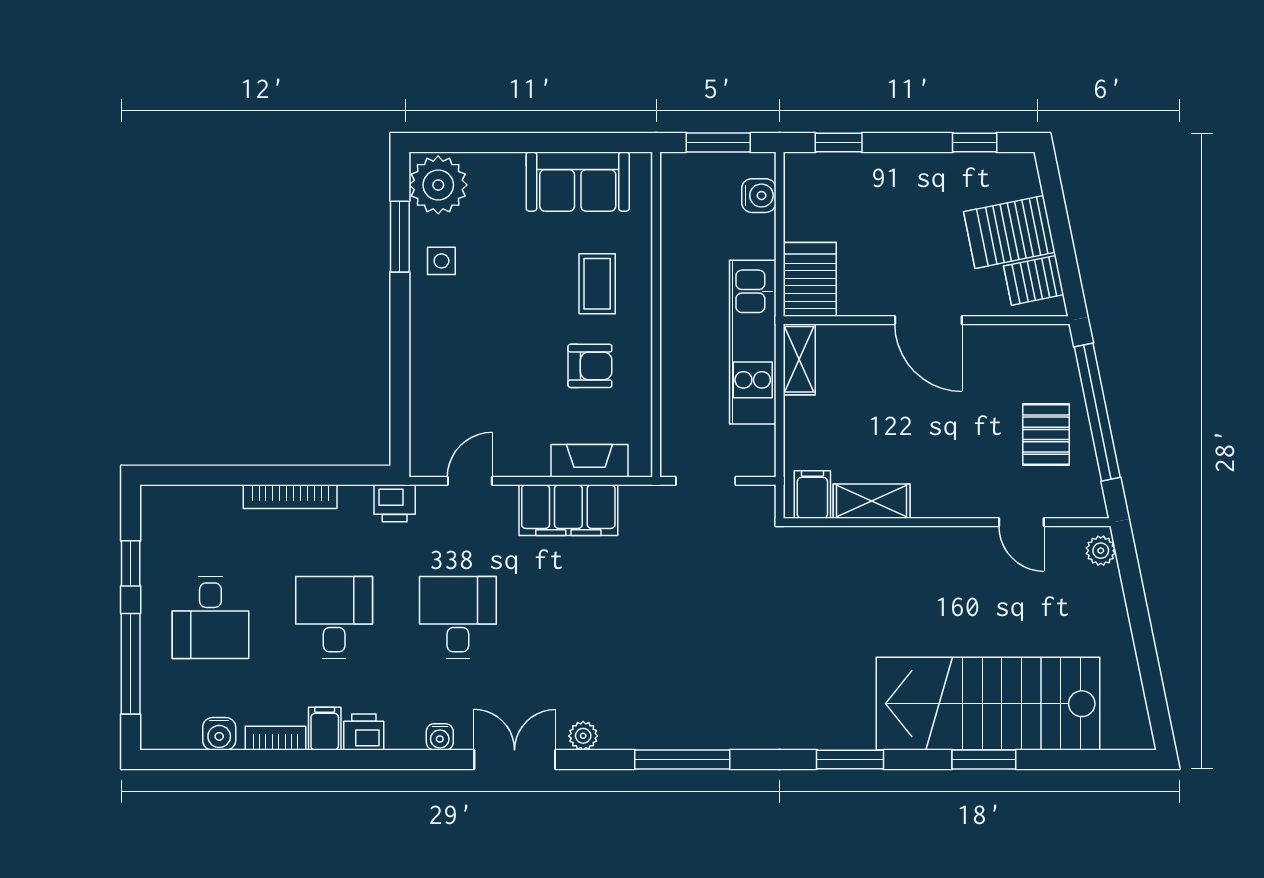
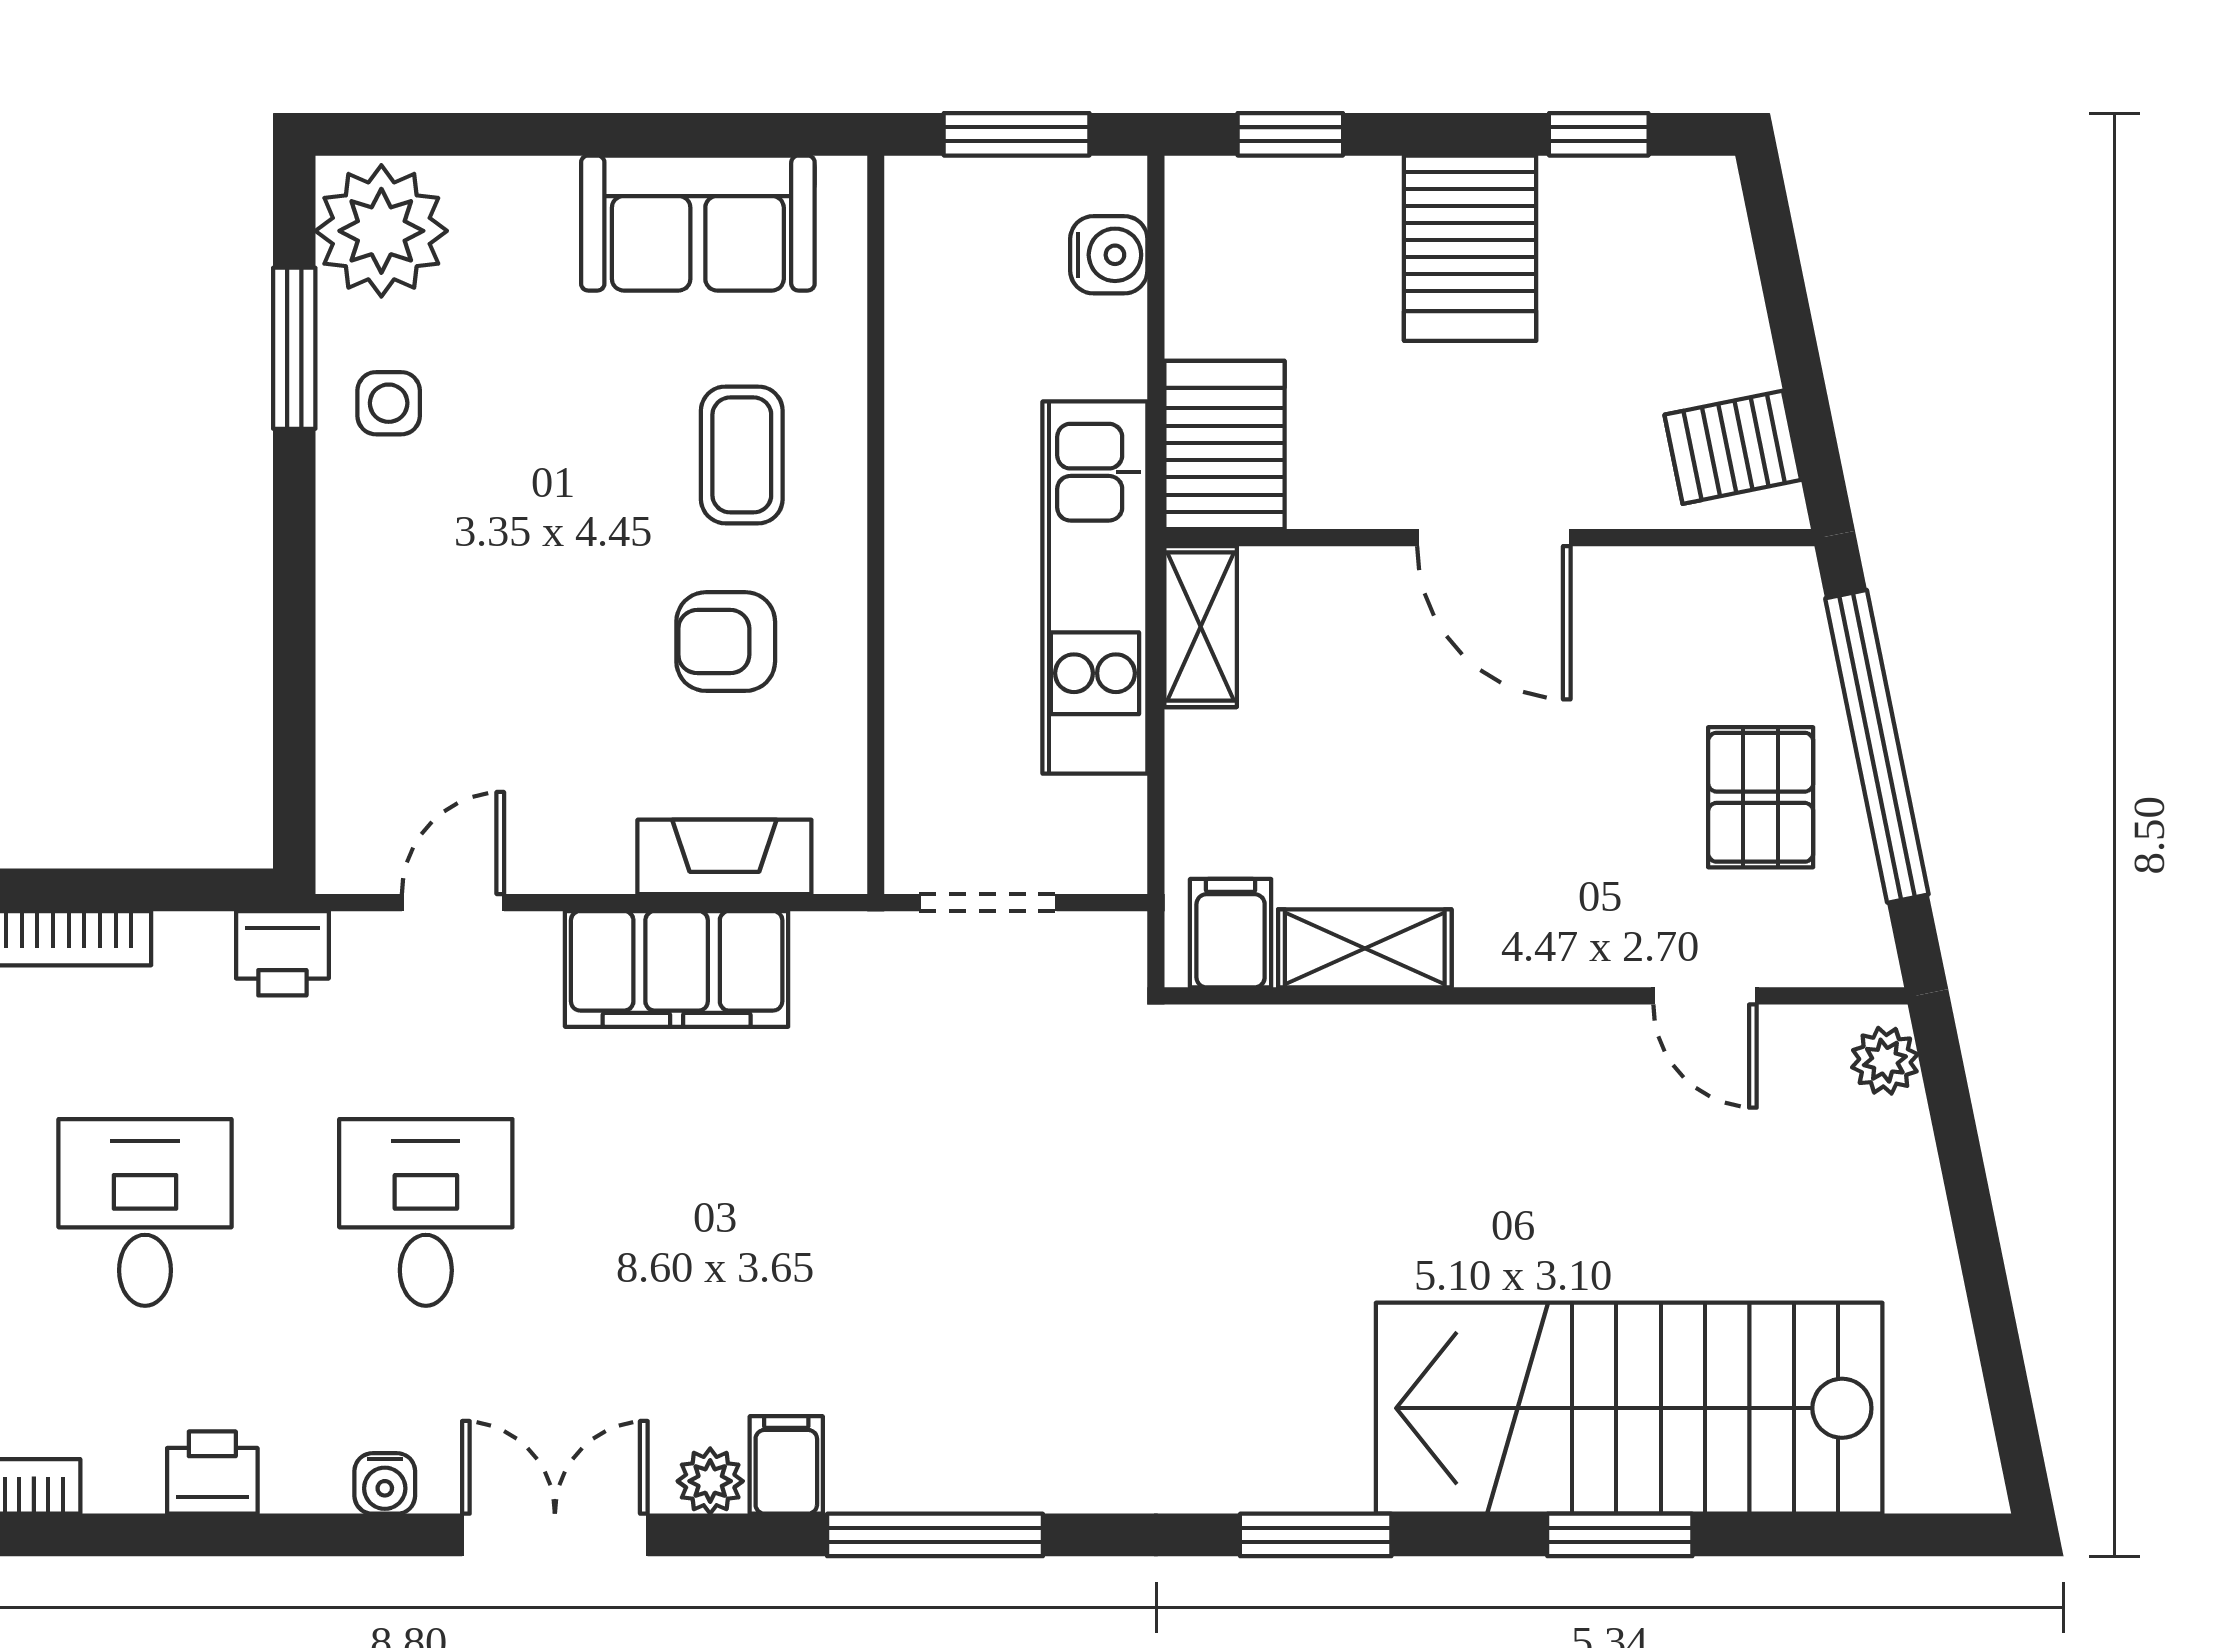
server rack: (1009, 232) -> (1470, 248), moved, turned -79
armchair: (590, 366) -> (726, 642), turned 180
filing cabinet: (325, 729) -> (786, 1465), moved

